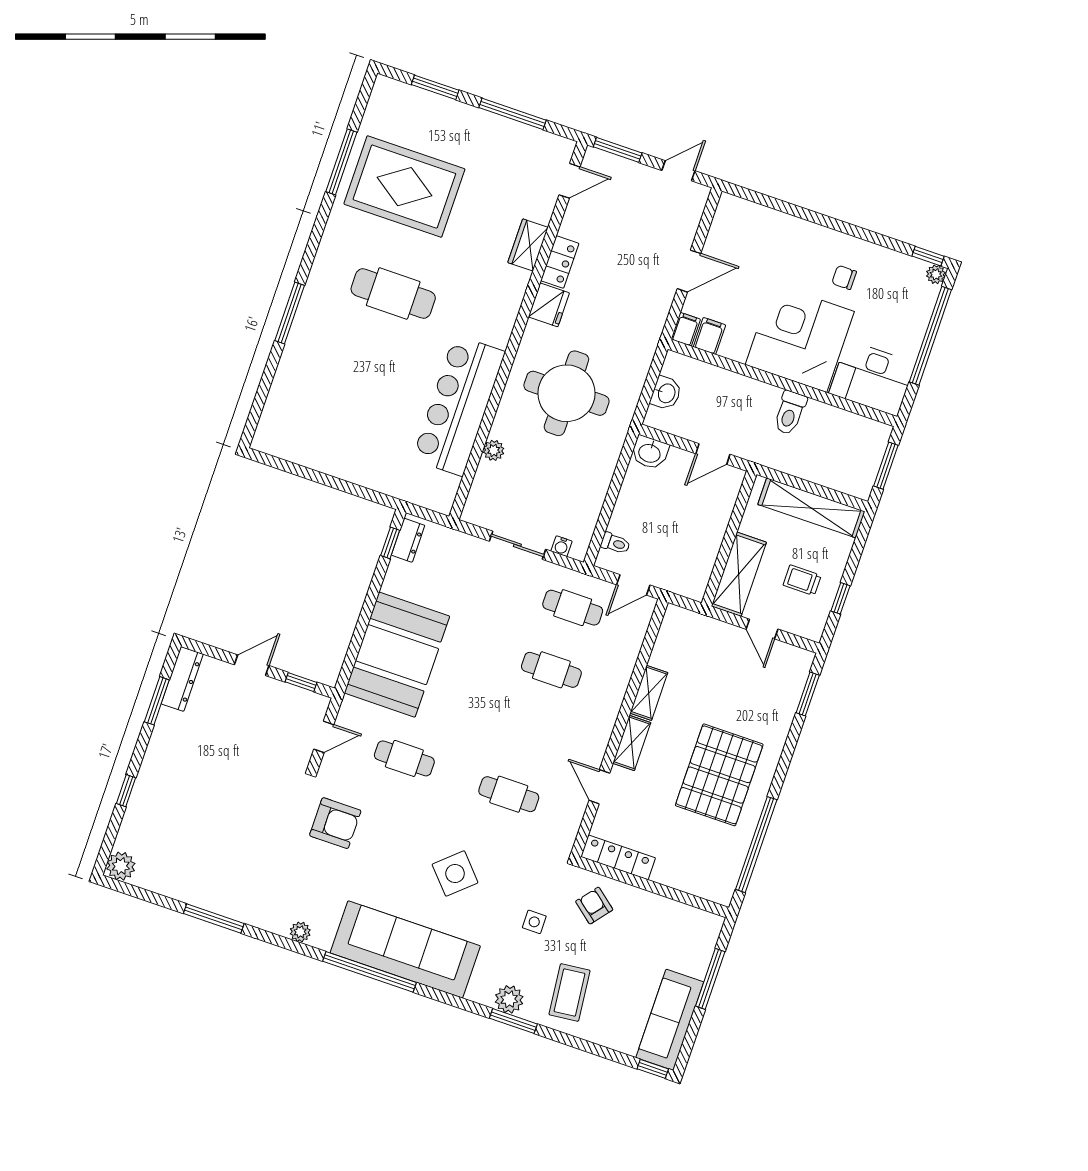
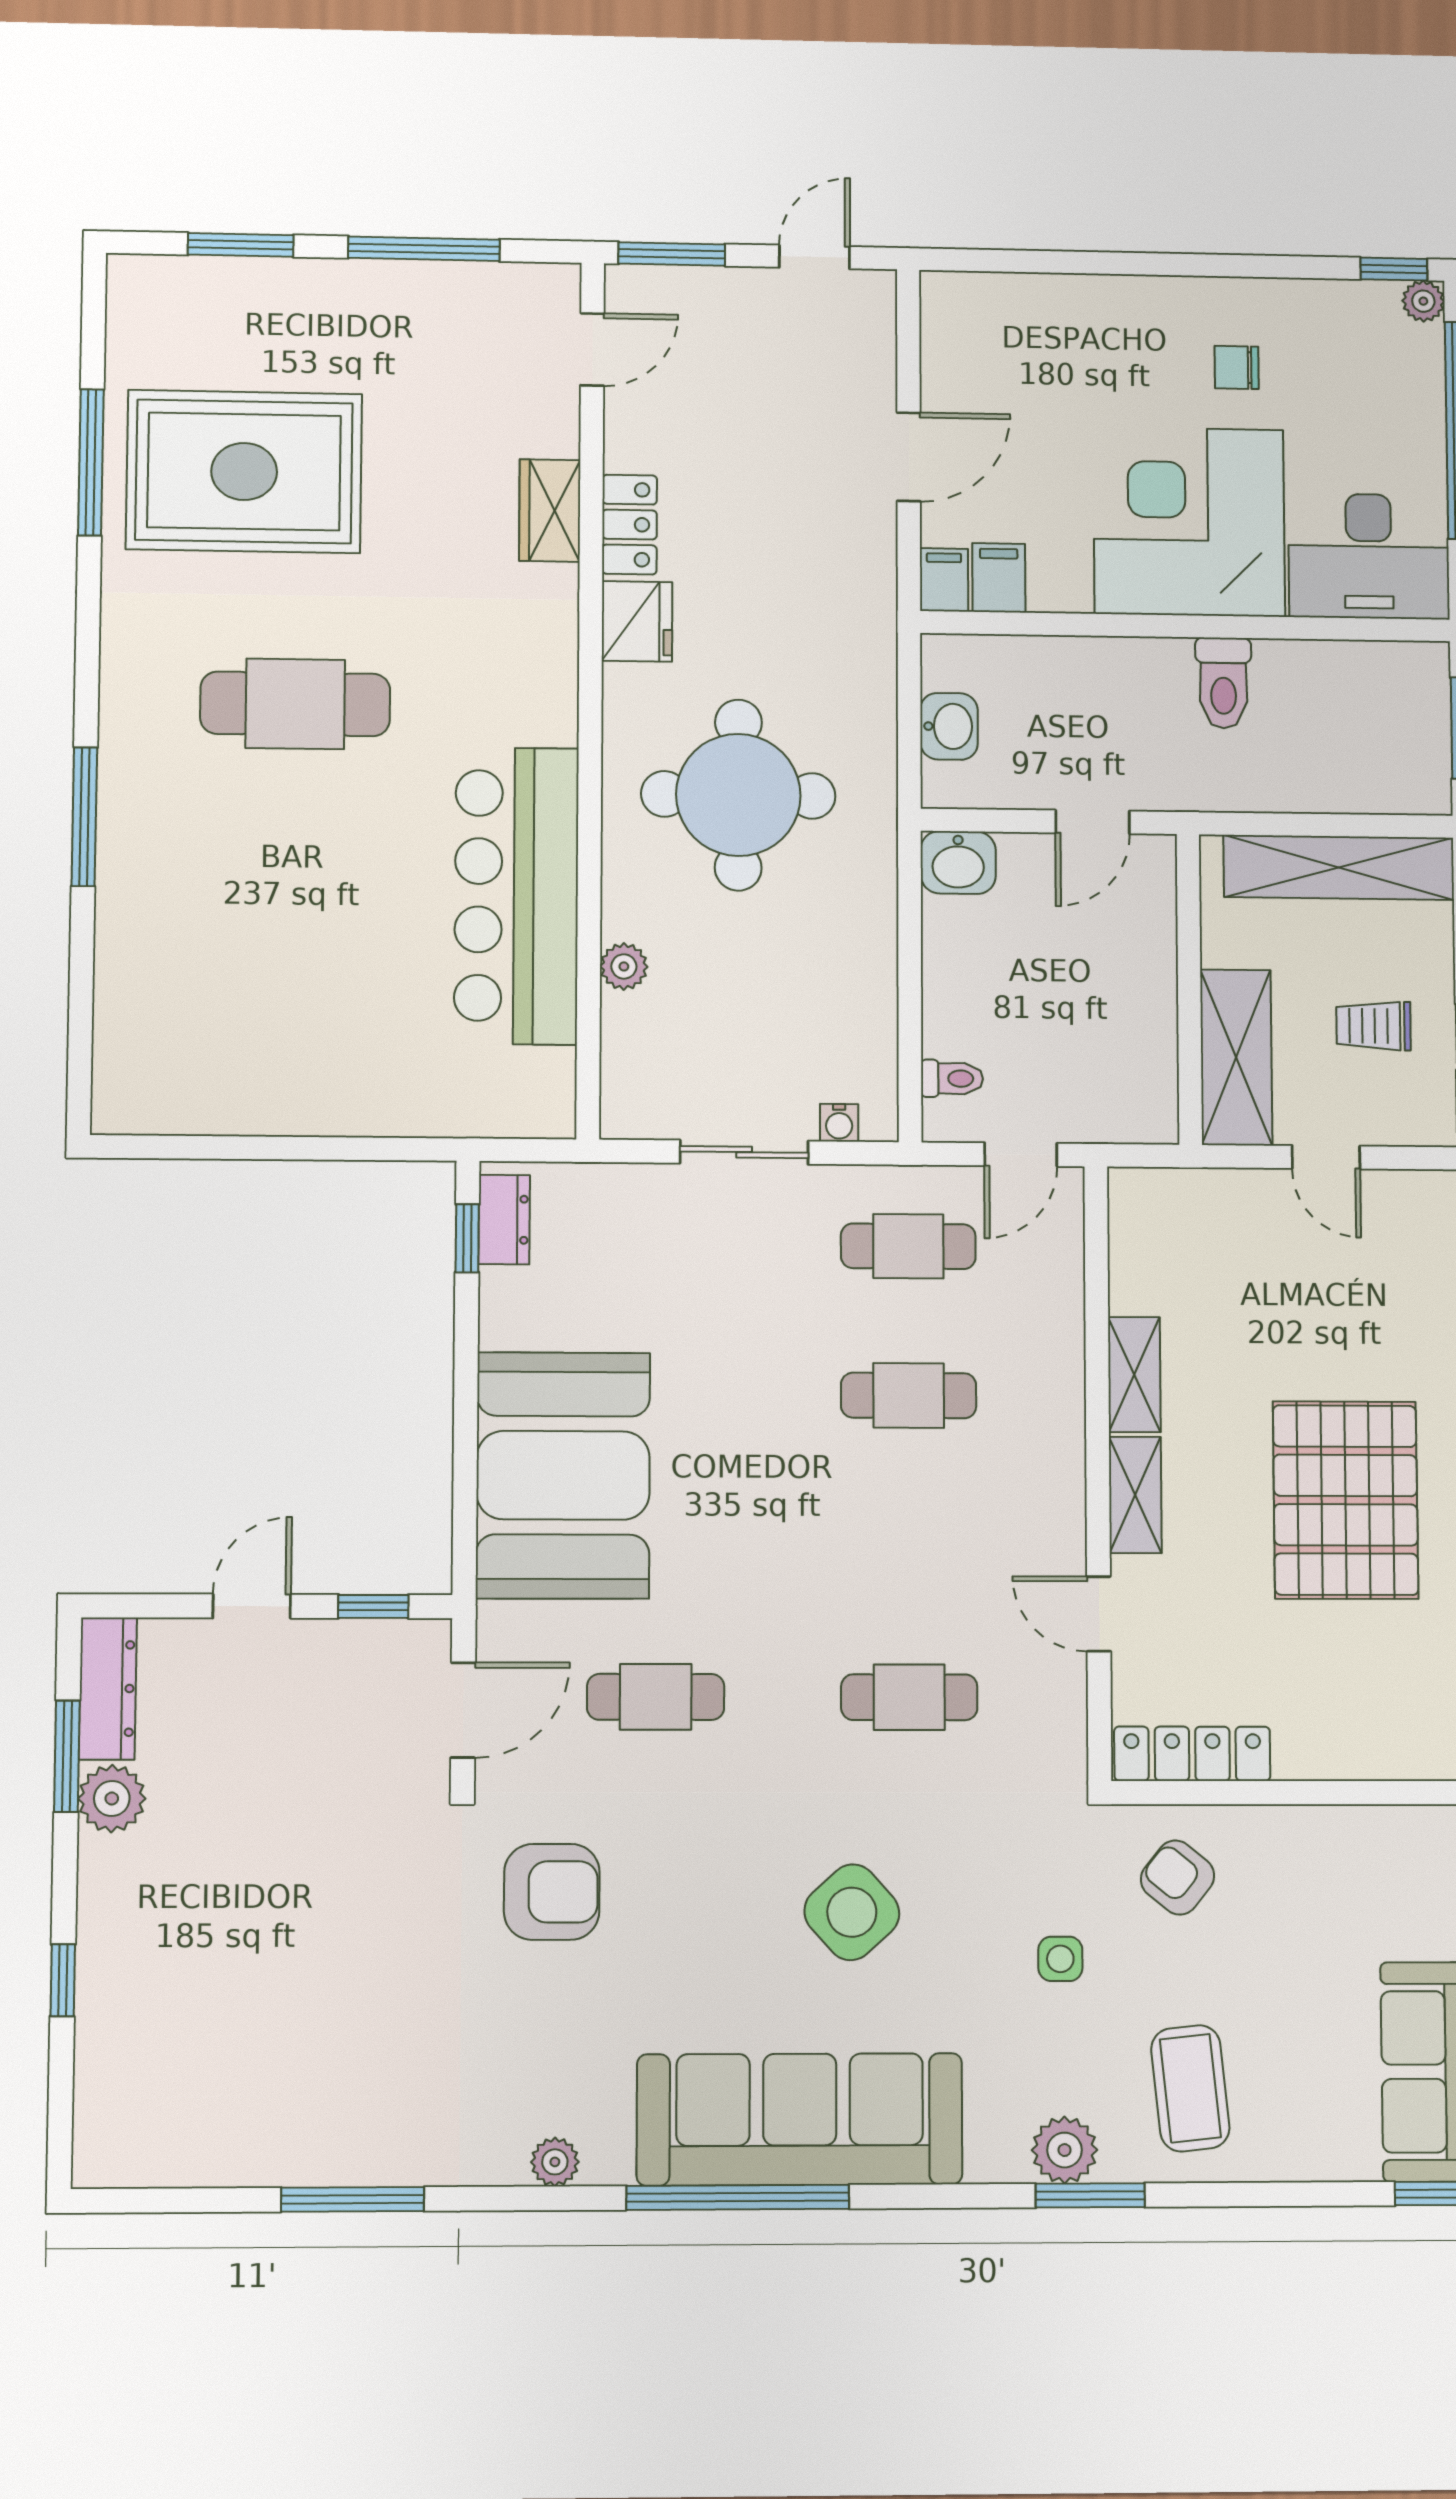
door: (324, 737) -> (463, 1710), width x1.38
plant: (121, 866) -> (112, 1799), moved

